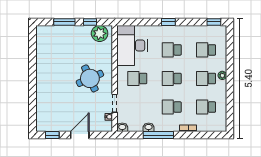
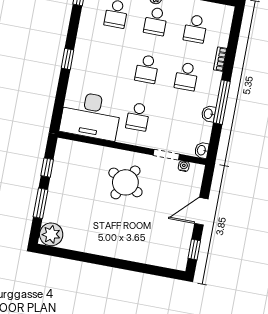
plant: (100, 33) -> (51, 234), moved
school desk: (172, 50) -> (107, 62), removed
round table: (90, 78) -> (125, 182), turned -37
door: (80, 135) -> (201, 211), hinge flipped

